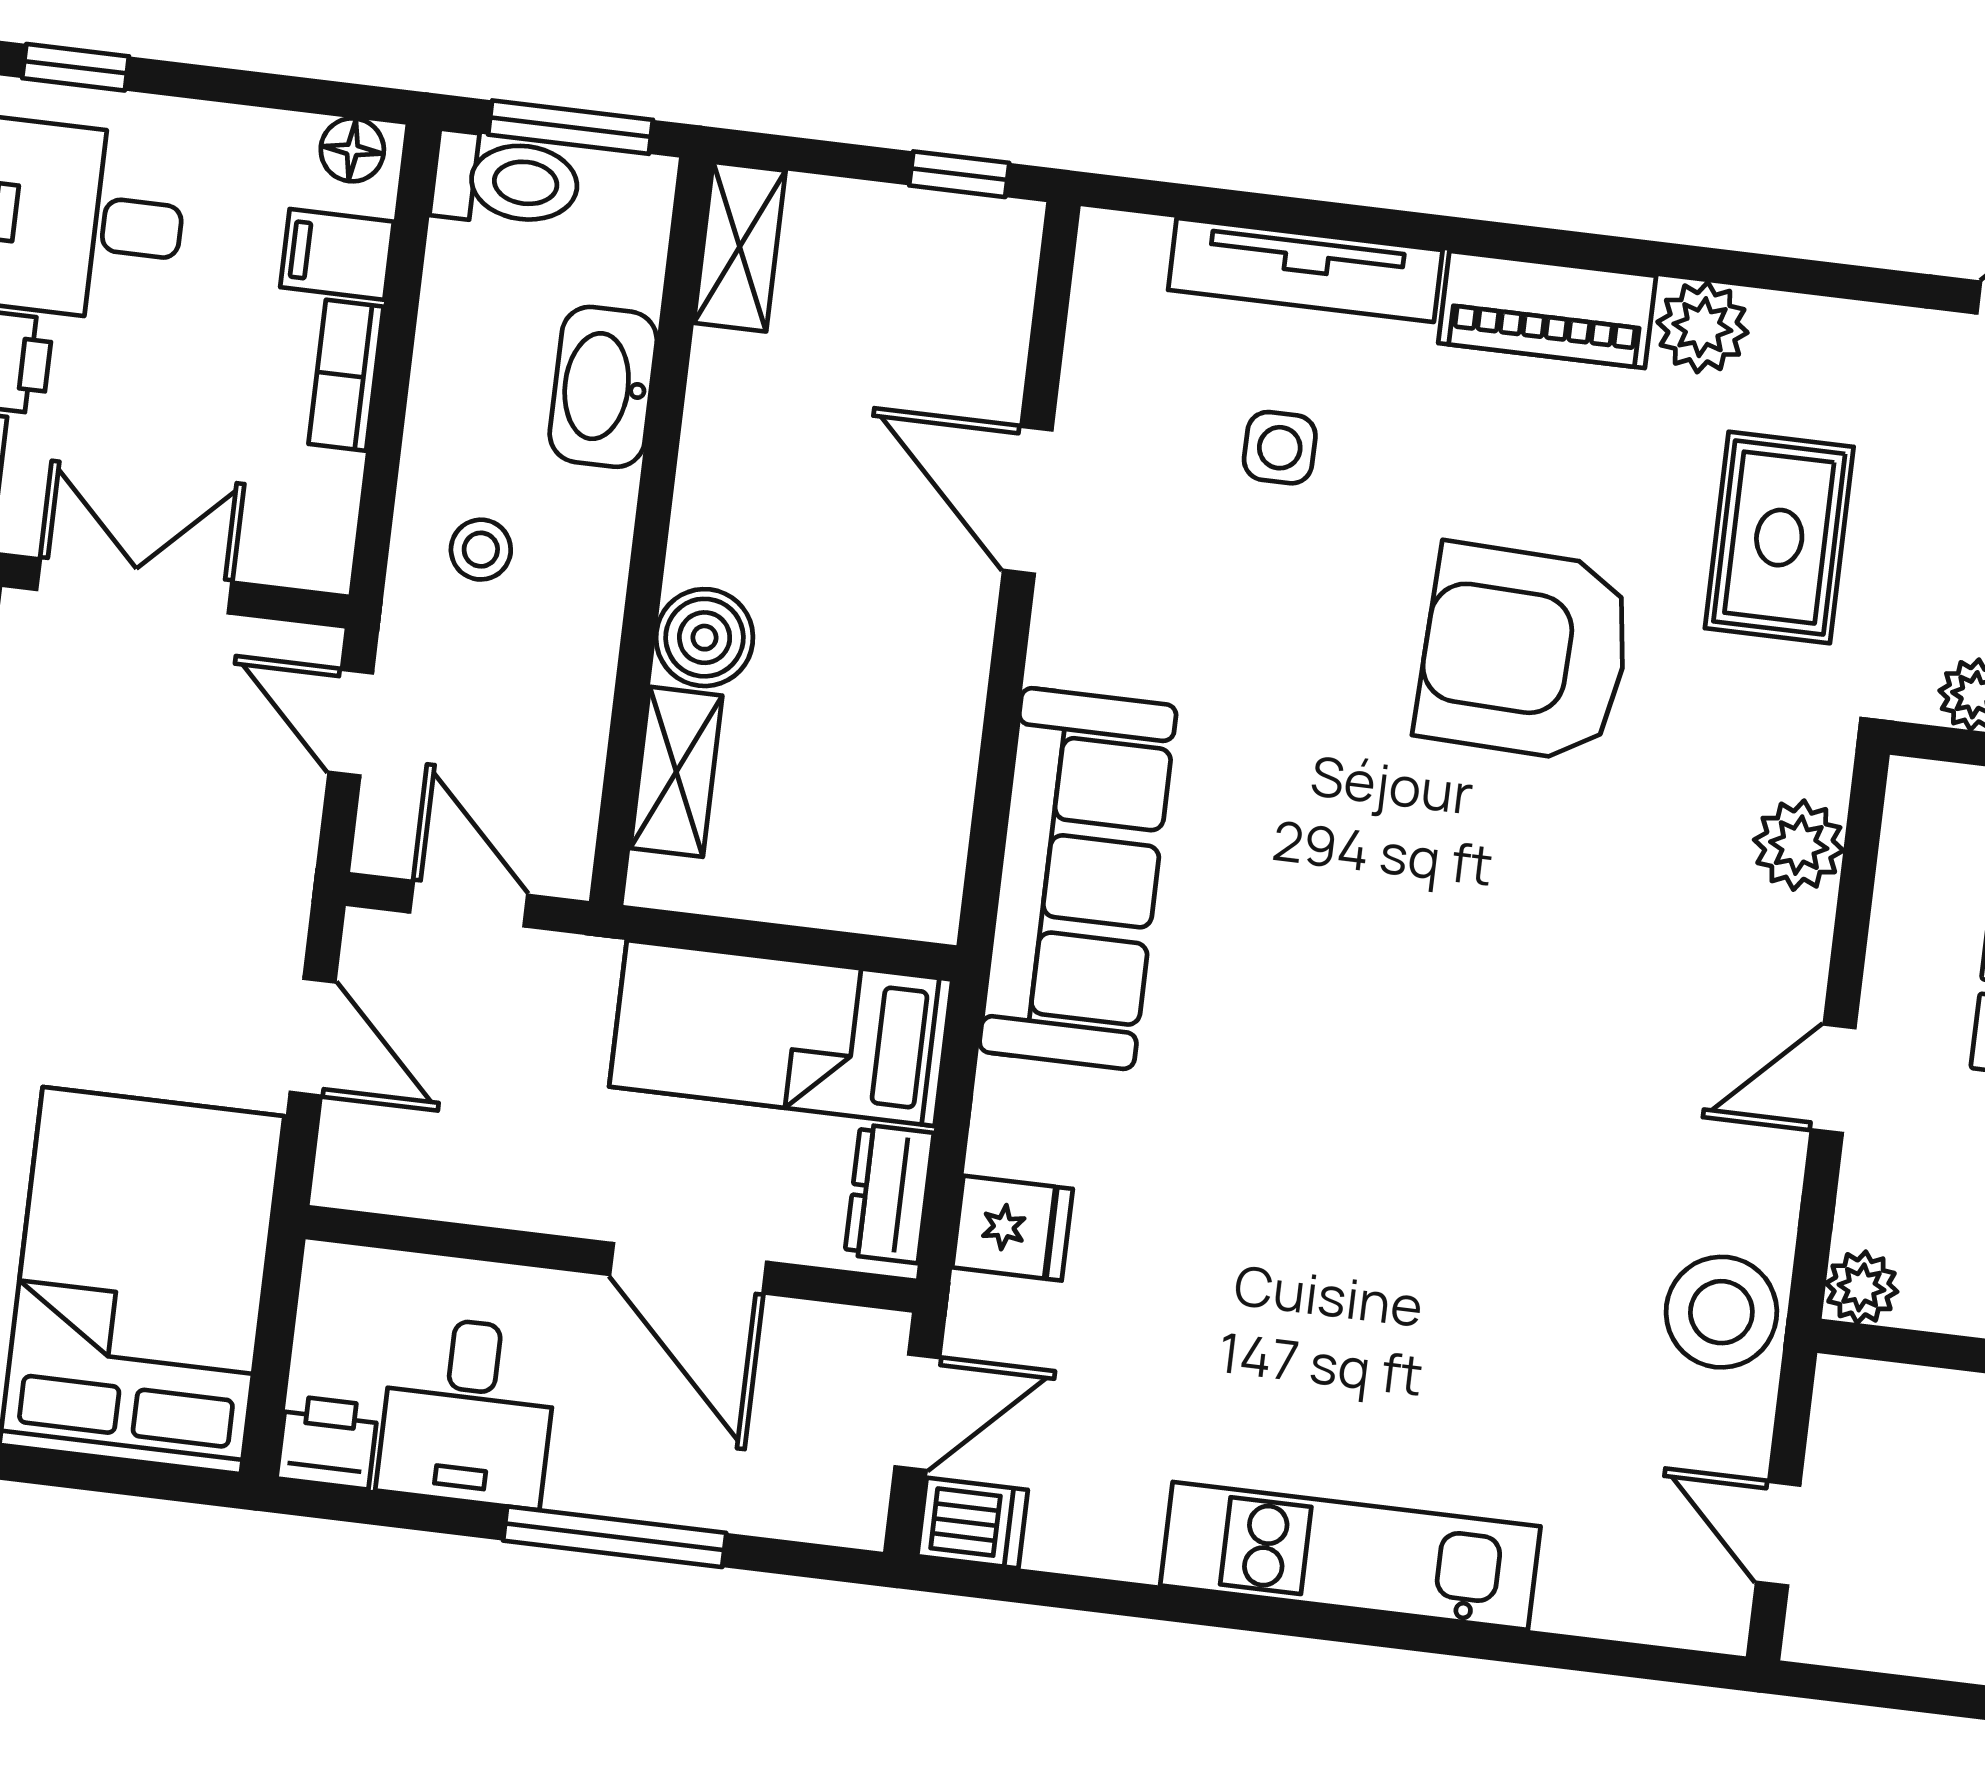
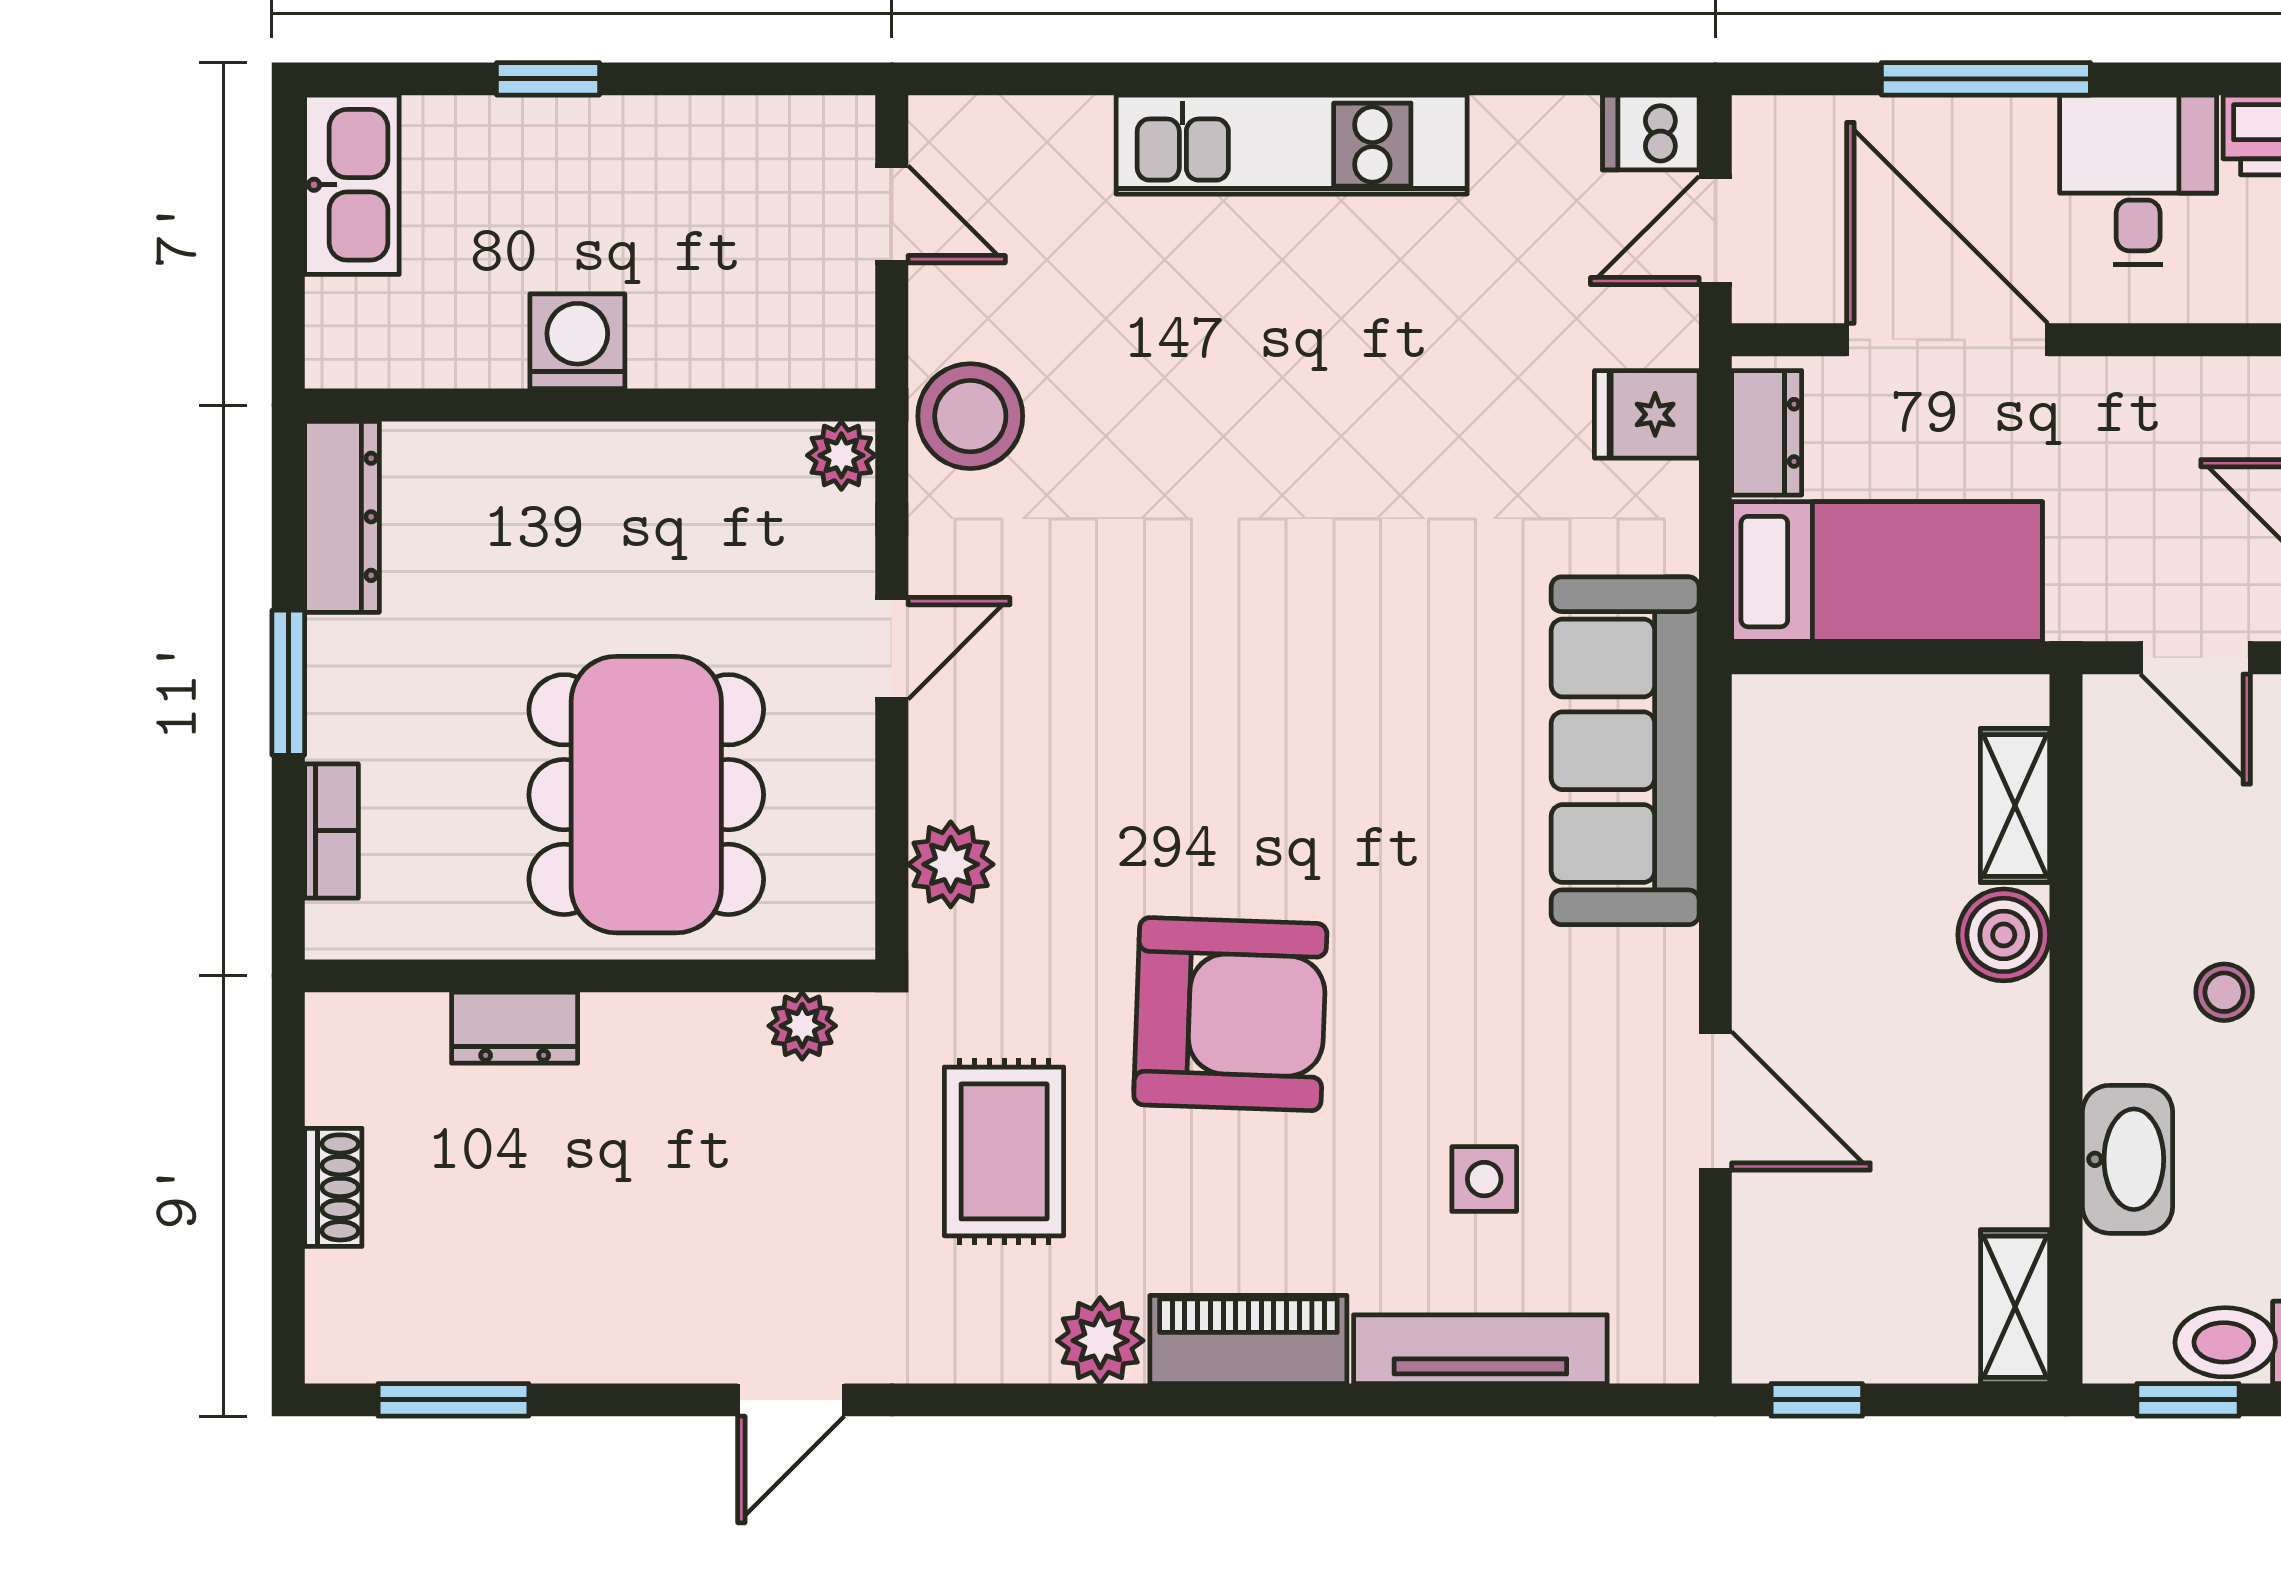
window: (571, 127) -> (2188, 1400), width x0.67
door: (688, 1268) -> (1947, 340), width x1.36

